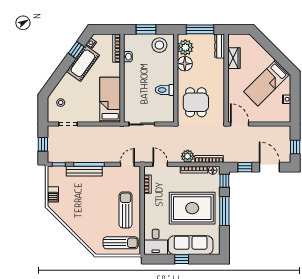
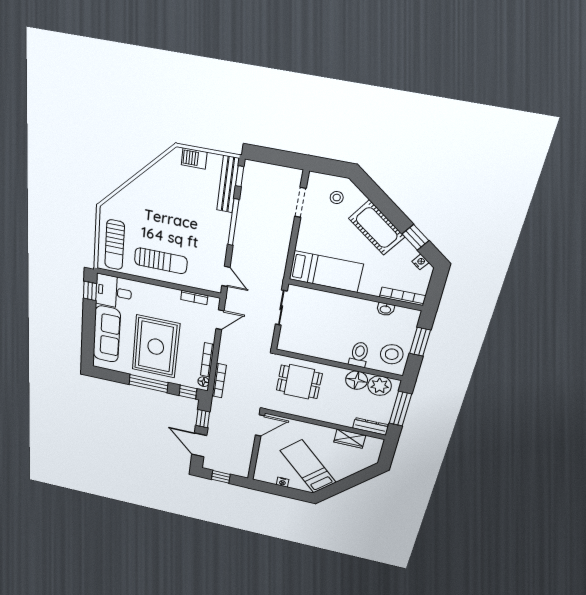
cot: (83, 63) -> (377, 228), moved
toilet: (165, 90) -> (359, 355), moved
window: (43, 144) -> (275, 157), removed
plant: (188, 156) -> (227, 356), removed
door: (269, 167) -> (199, 445), swing flipped
bench: (84, 171) -> (228, 184), moved
window: (182, 259) -> (90, 291), moved

